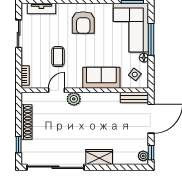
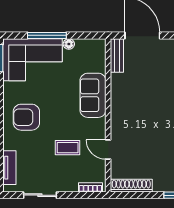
armchair: (83, 22) -> (26, 117), turned 180
side table: (135, 74) -> (89, 55), removed
plant: (74, 99) -> (119, 129), removed
shoe rack: (27, 122) -> (131, 186), moved

